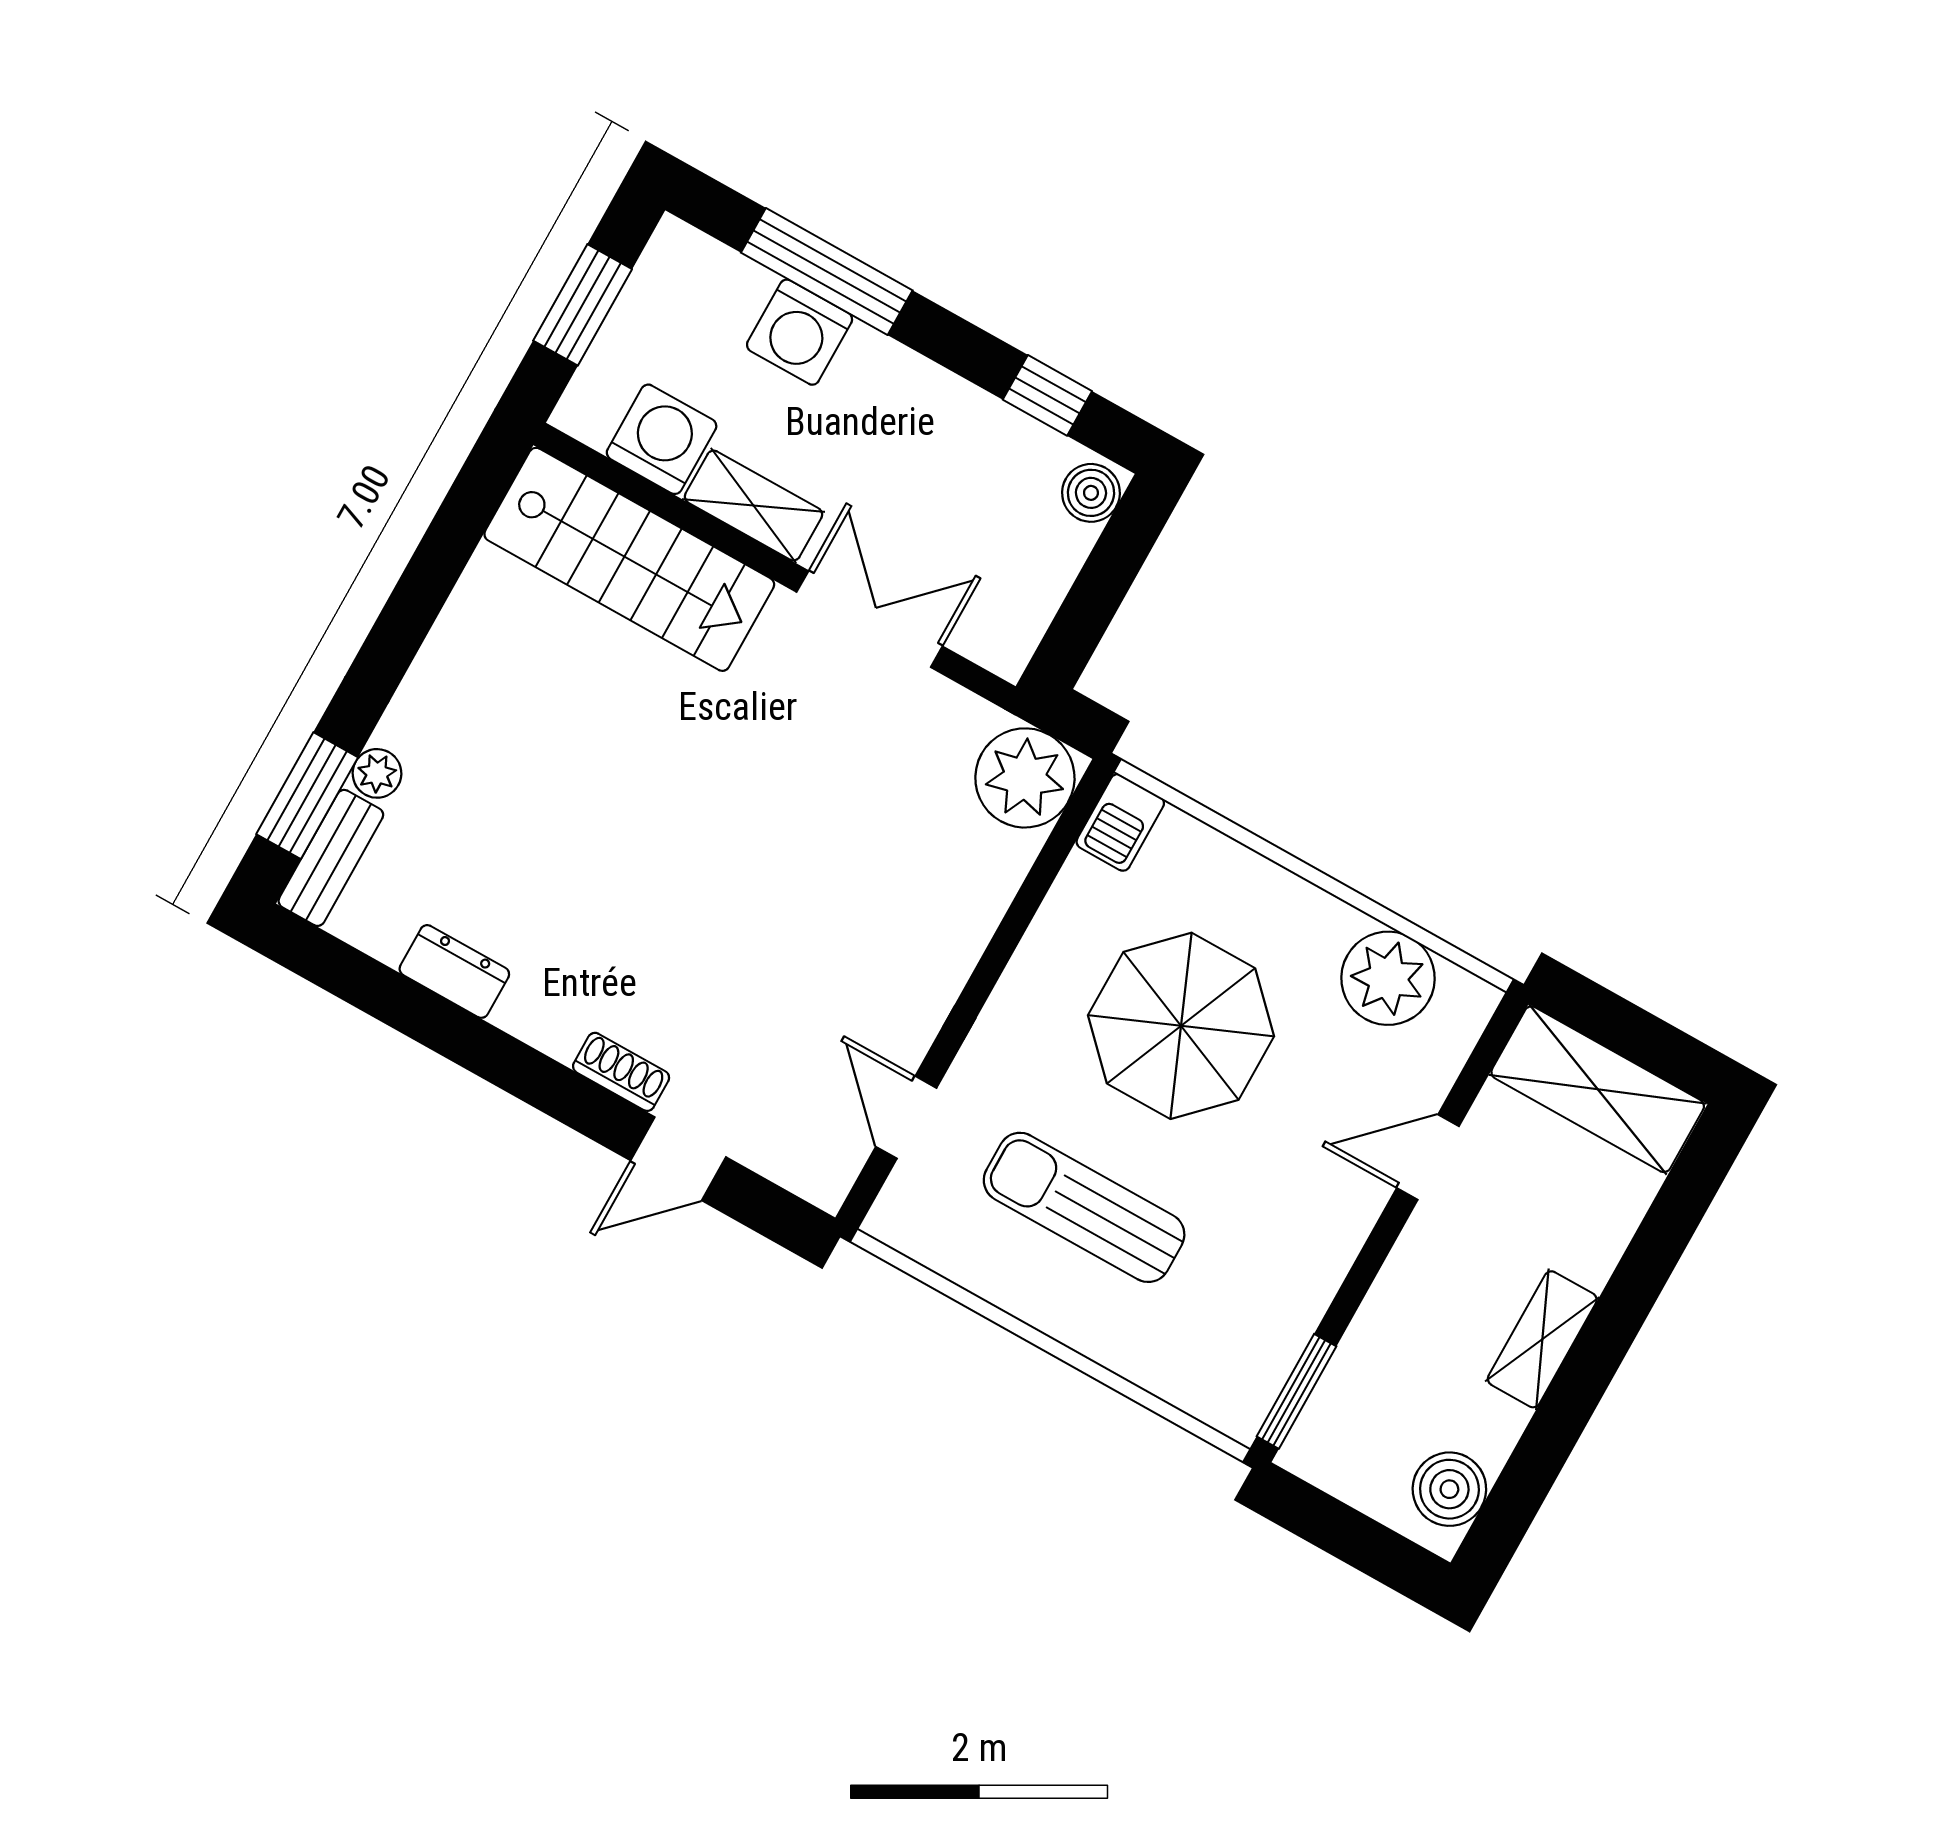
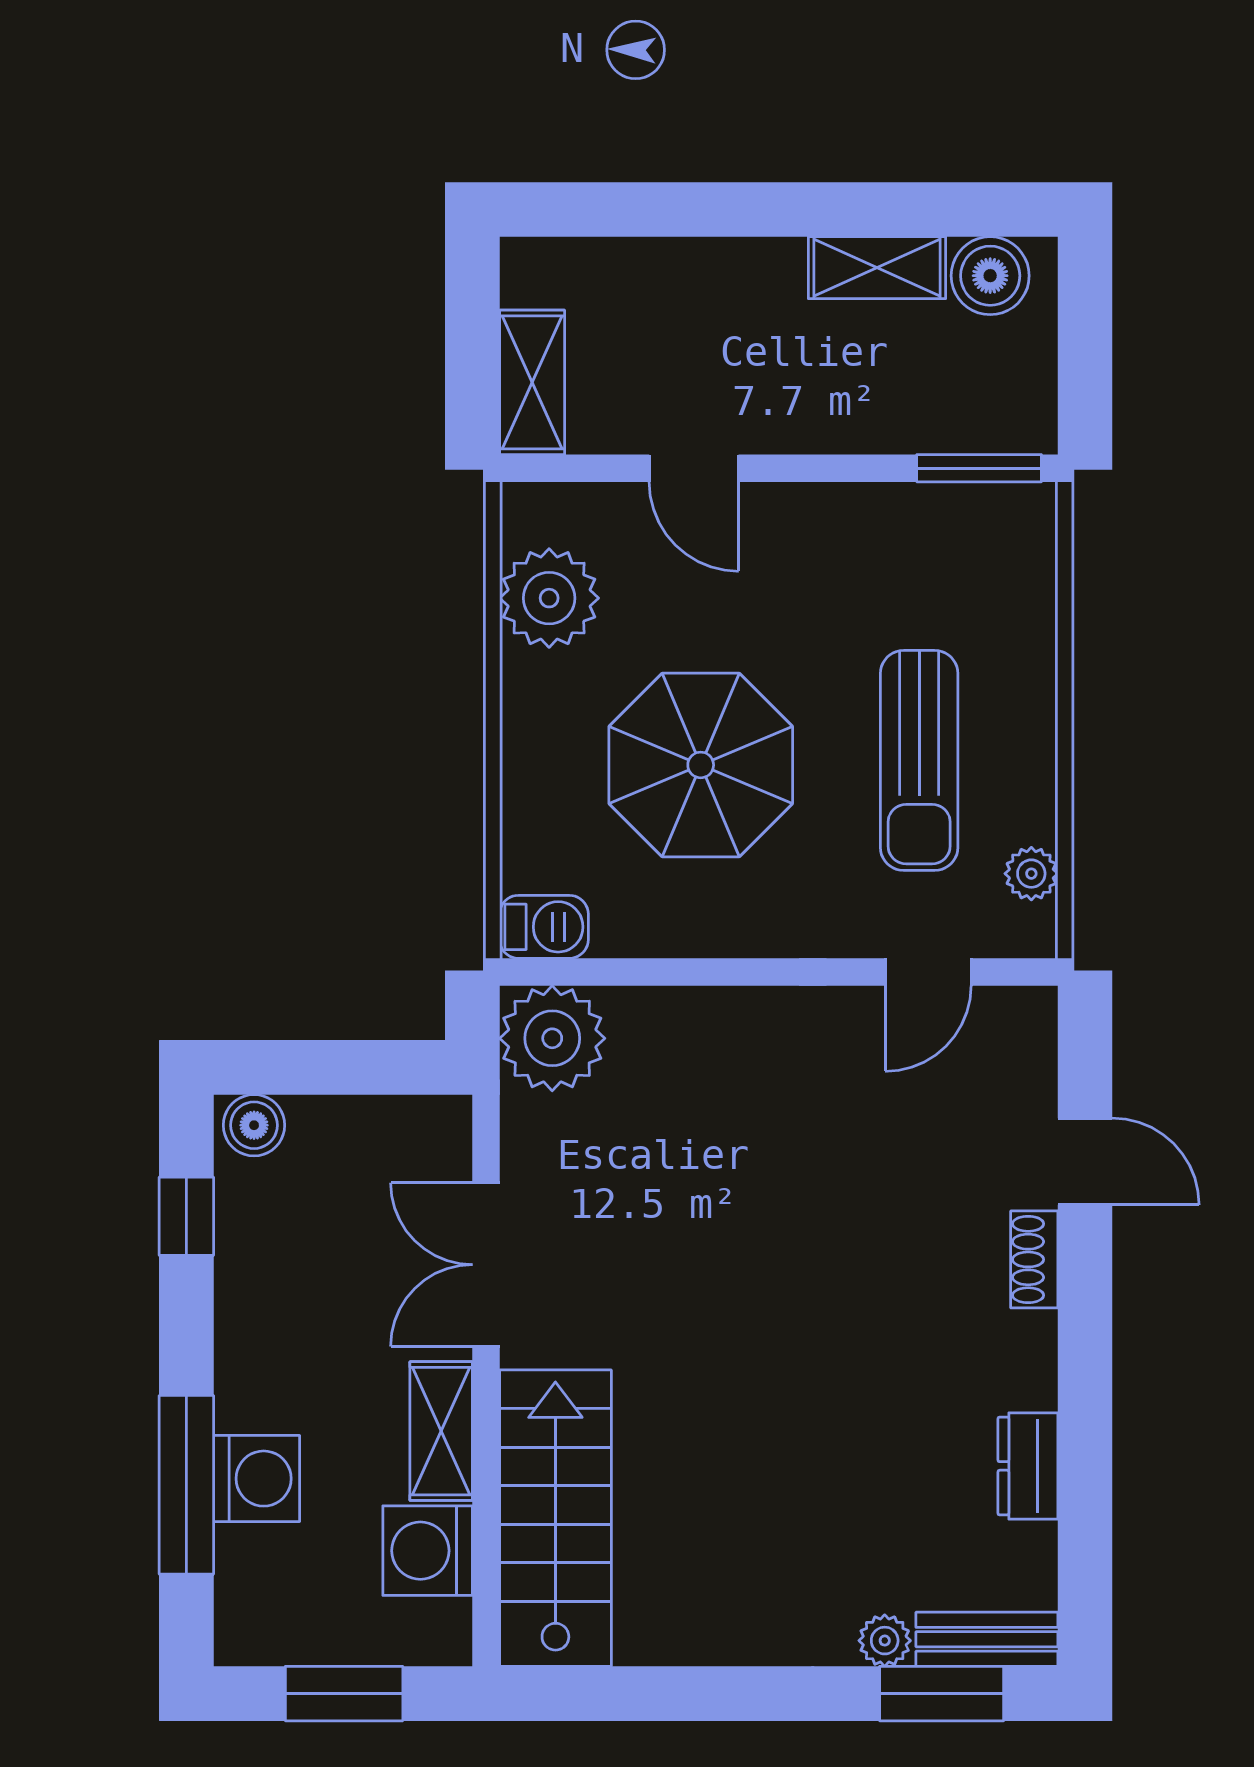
shelving: (1598, 1089) -> (532, 382), width x0.67, depth x0.75
plant: (939, 1247) -> (1031, 874), added
shelving: (1542, 1339) -> (877, 268), moved

